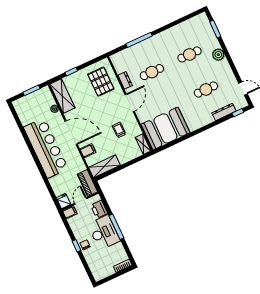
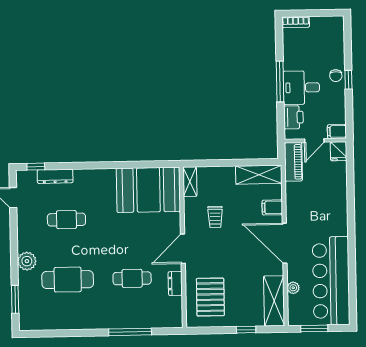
cafe table: (189, 54) -> (68, 280), width x1.37, depth x1.35
bar counter: (46, 148) -> (331, 281), moved
desk: (104, 232) -> (301, 88), width x0.73

